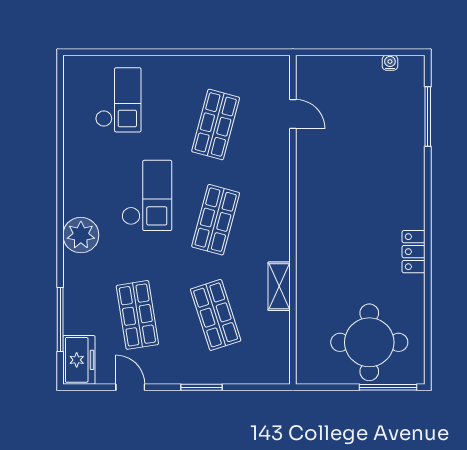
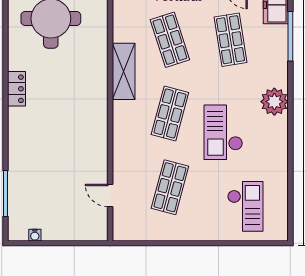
checkout: (118, 100) -> (245, 206), turned 180
shelving: (279, 286) -> (124, 71), width x1.50, depth x1.33

